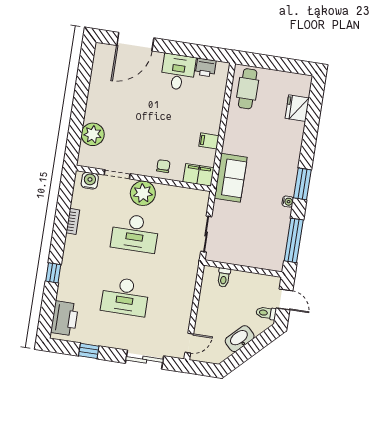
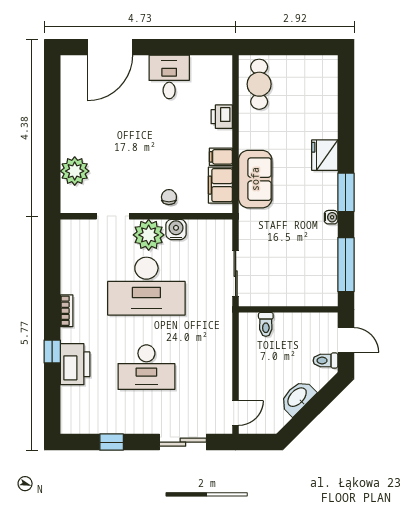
printer: (206, 68) -> (222, 117), moved, turned 90
fridge: (297, 108) -> (325, 155), moved
filing cabinet: (198, 175) -> (220, 185), moved, turned -90
sofa: (231, 178) -> (255, 179), moved
water cooler: (90, 181) -> (176, 229), moved
bookcase: (73, 221) -> (67, 311), moved
desk: (135, 233) -> (146, 286), width x1.36, depth x1.30
printer: (65, 318) -> (75, 364), moved

